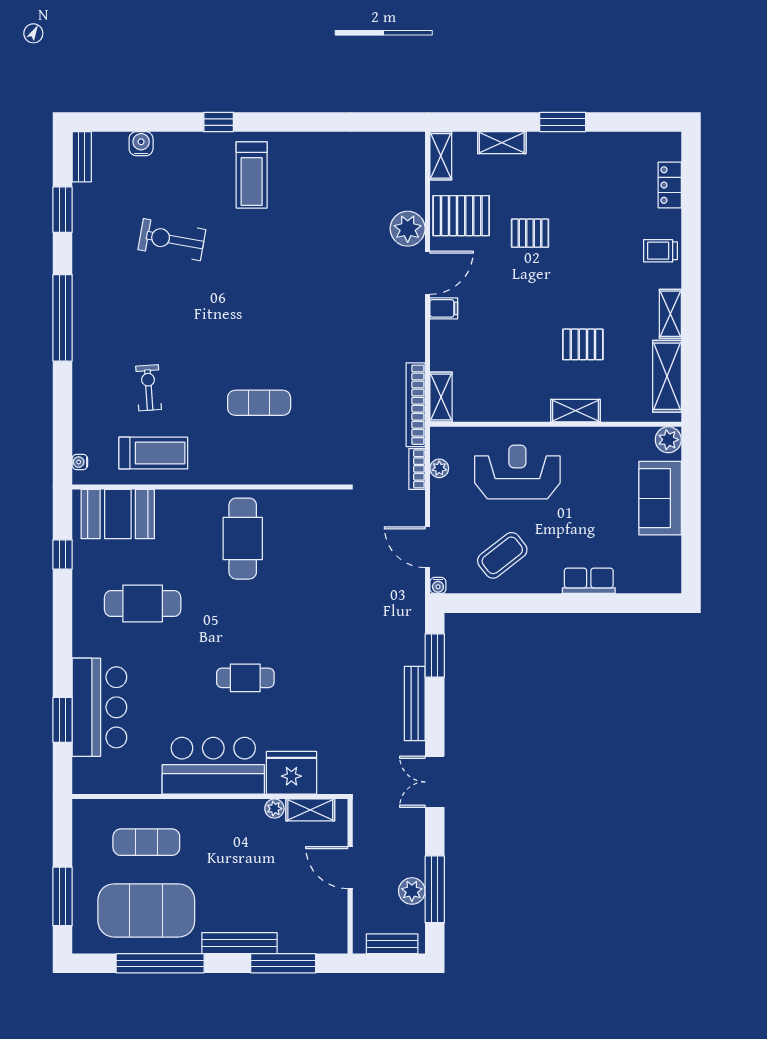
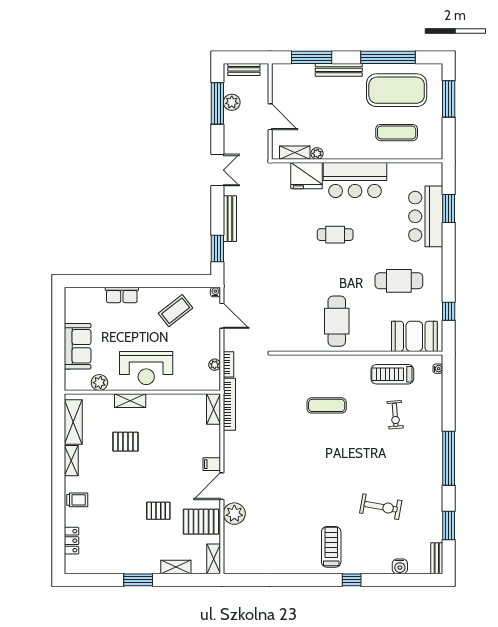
plant: (668, 440) -> (99, 383), moved
reception desk: (517, 472) -> (146, 368), moved

